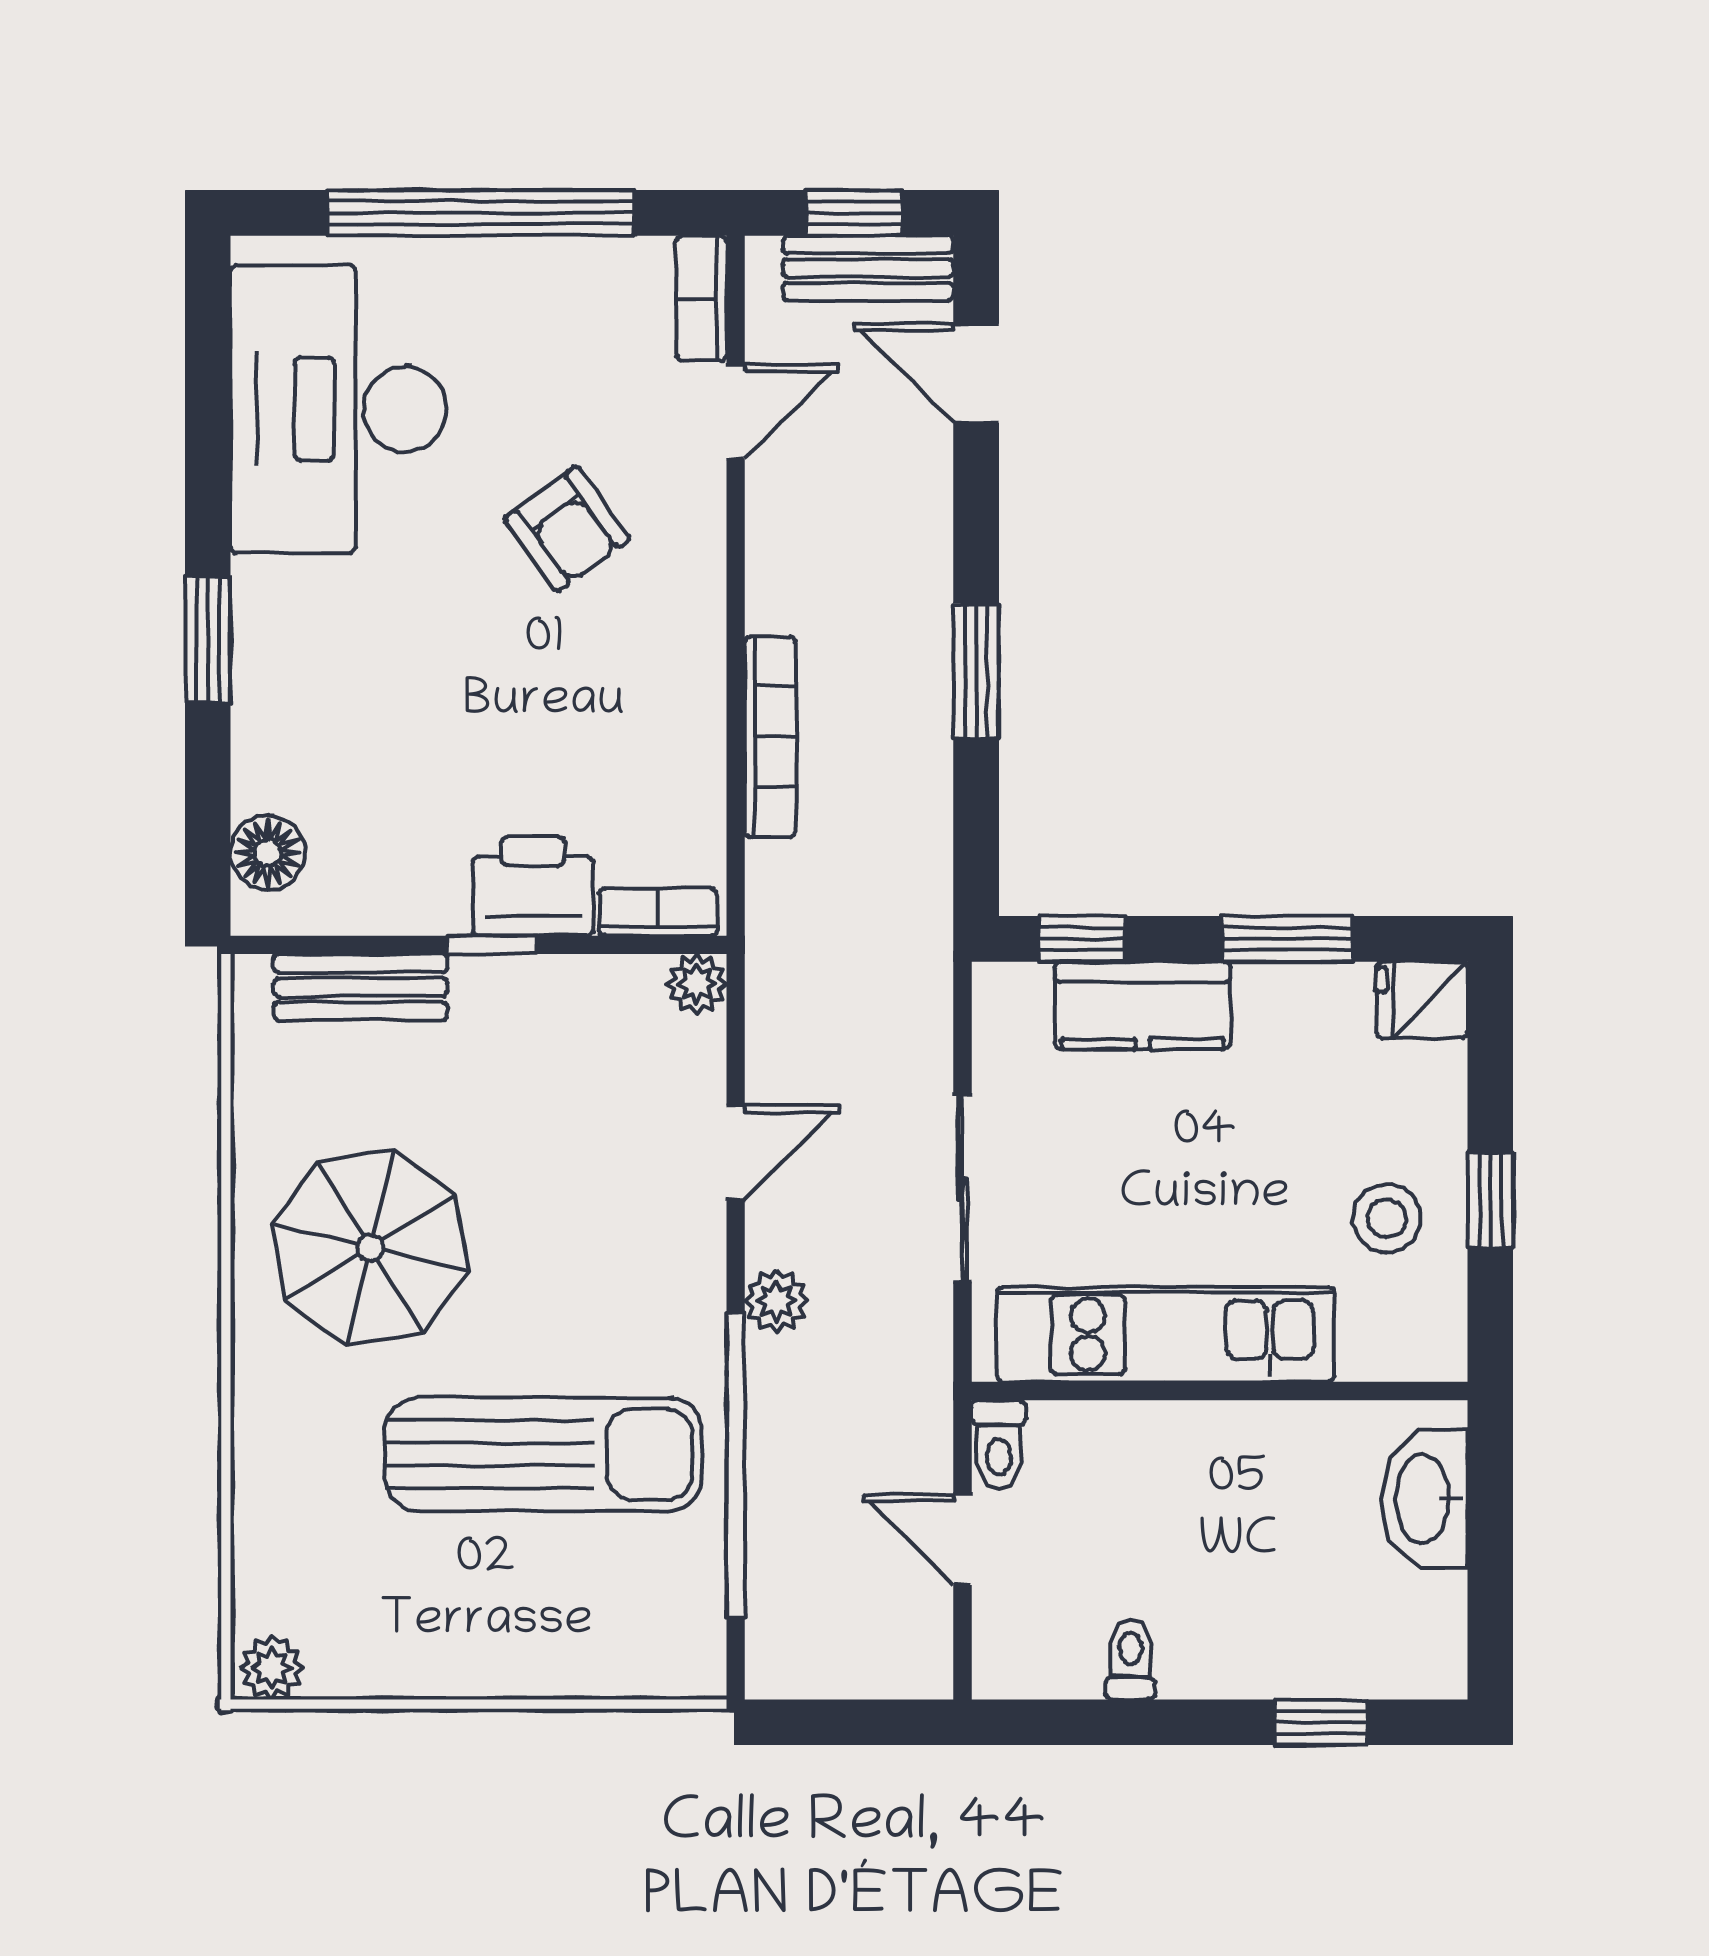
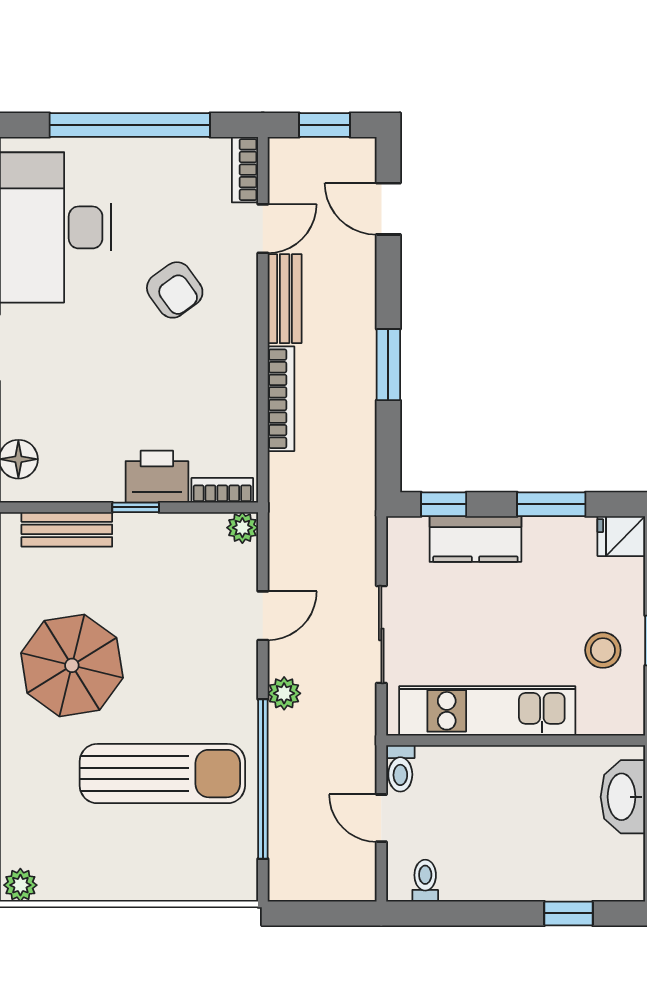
bench: (868, 268) -> (285, 299), moved, turned 90
toilet: (1130, 1659) -> (425, 881), moved

